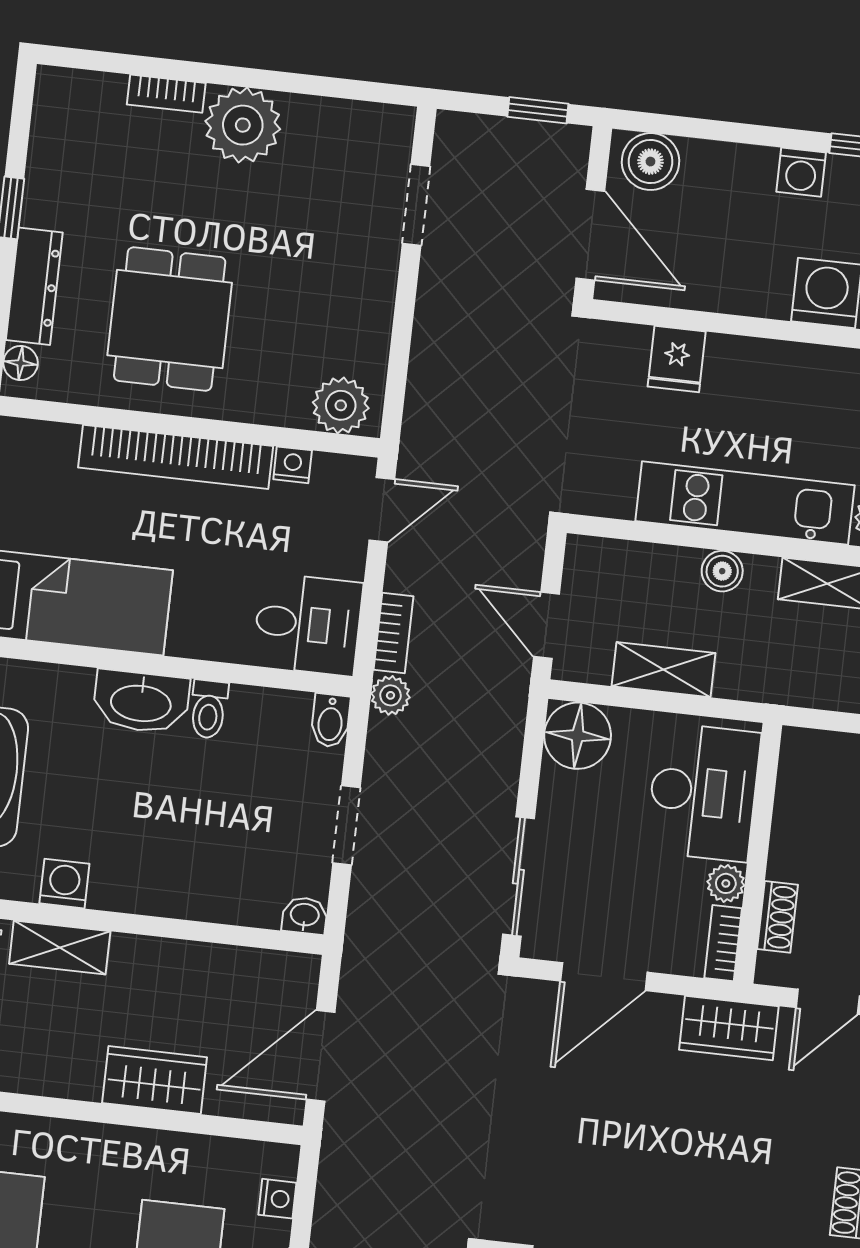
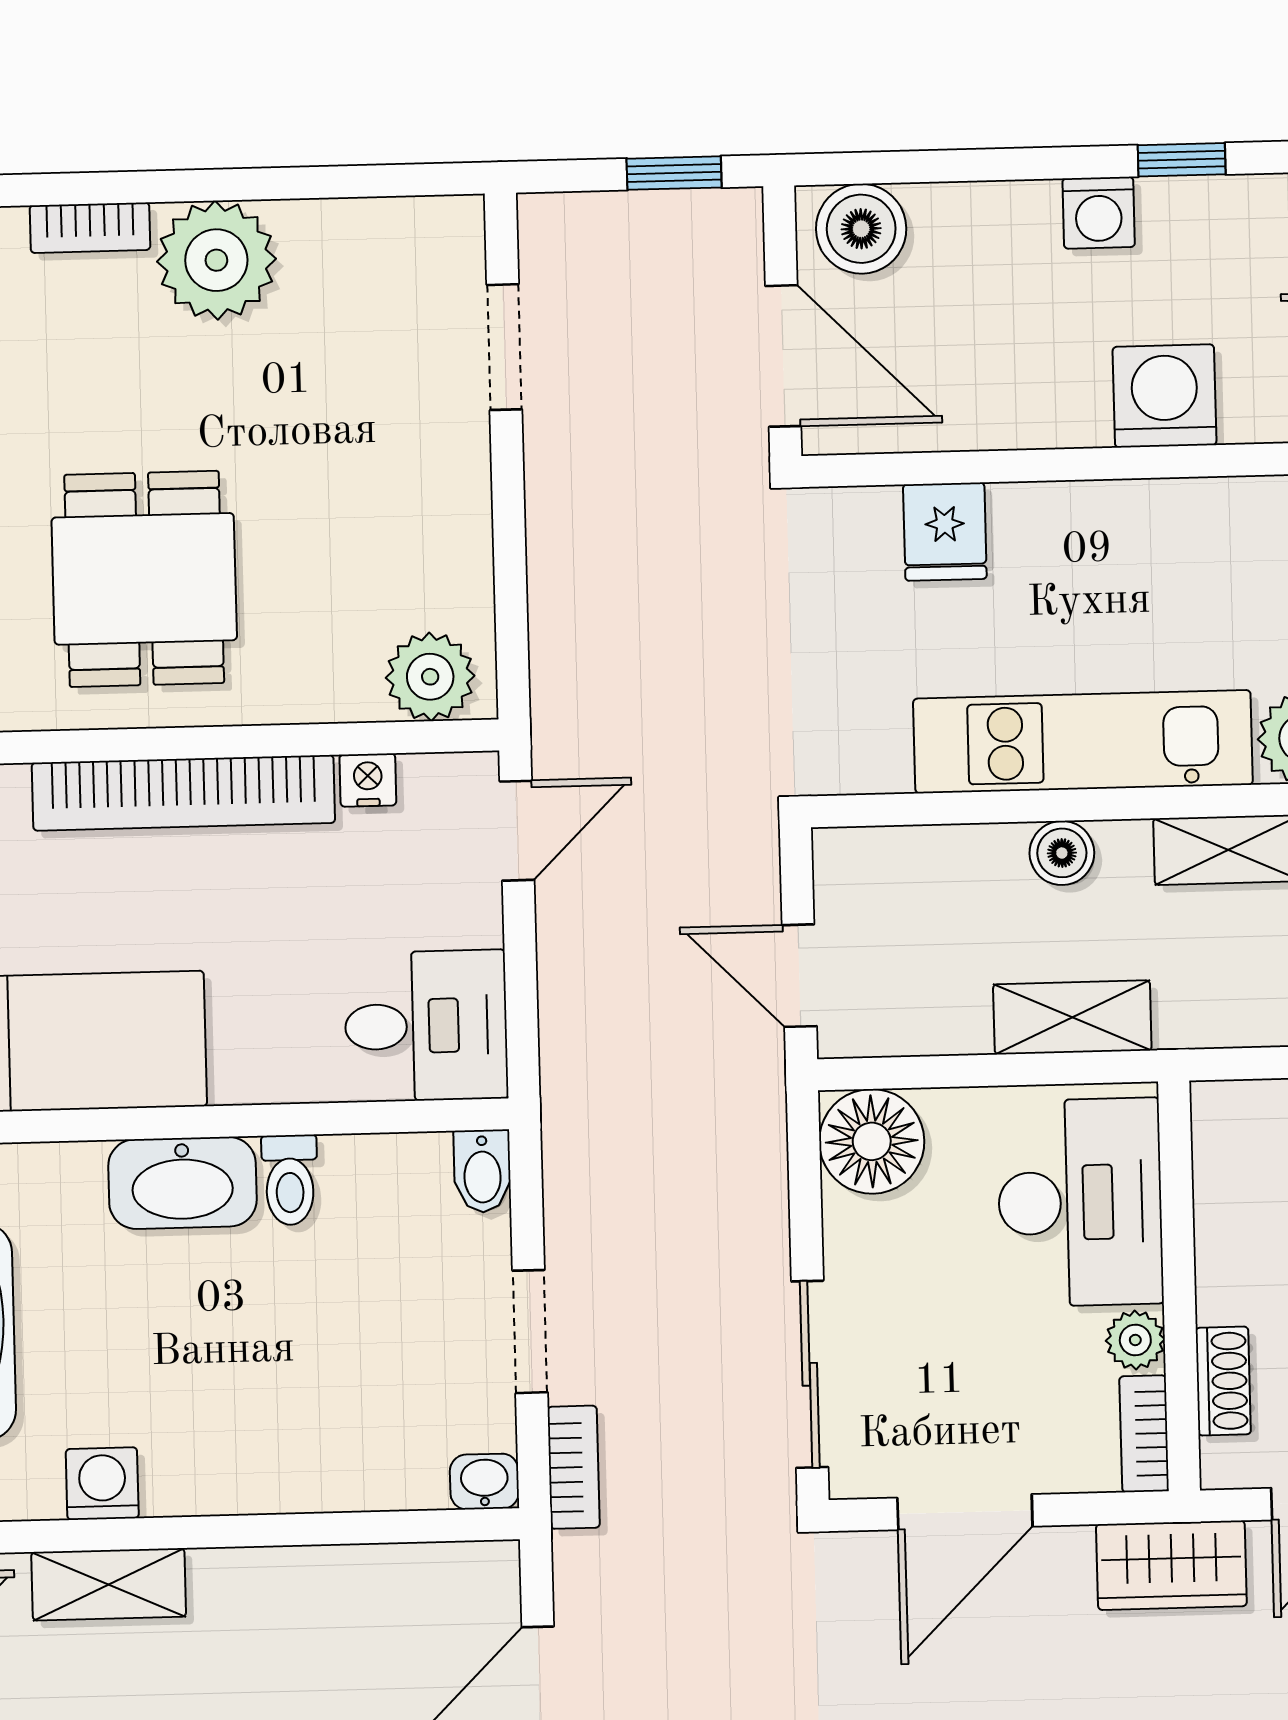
bookcase: (393, 633) -> (574, 1467), moved
shelving: (663, 670) -> (1072, 1017), moved
plant: (391, 695) -> (571, 1119), removed

